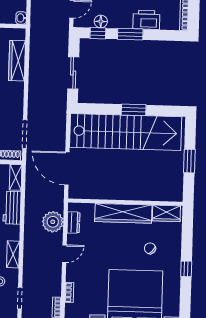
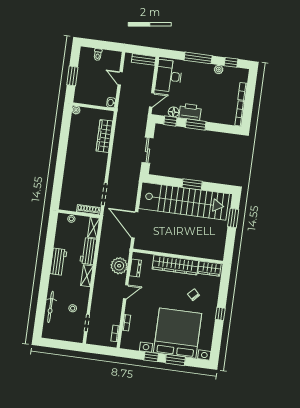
printer: (146, 20) -> (190, 112), moved
window: (189, 161) -> (233, 218), moved
shelving: (13, 254) -> (87, 276), moved

